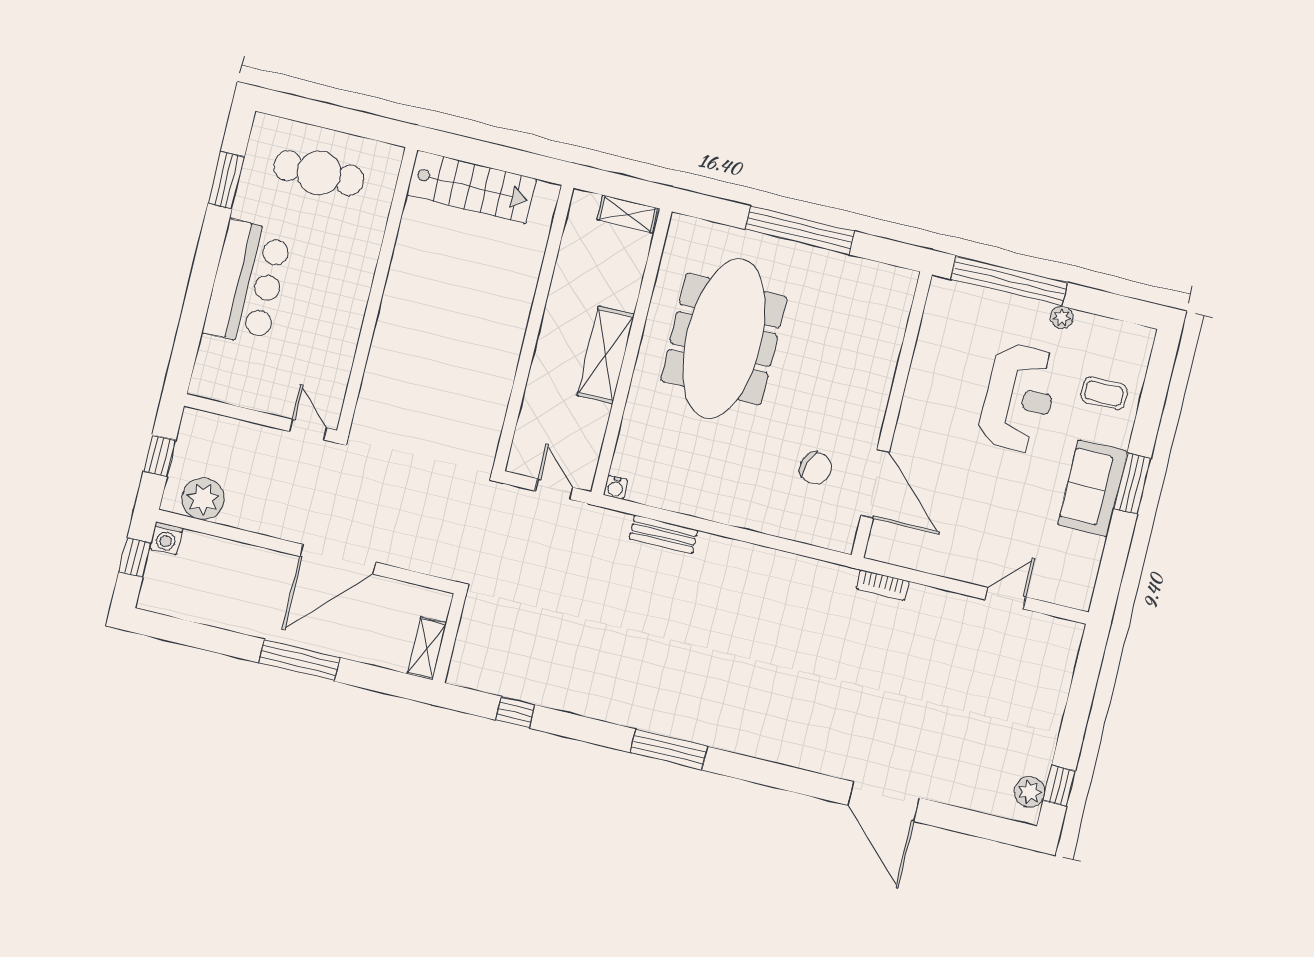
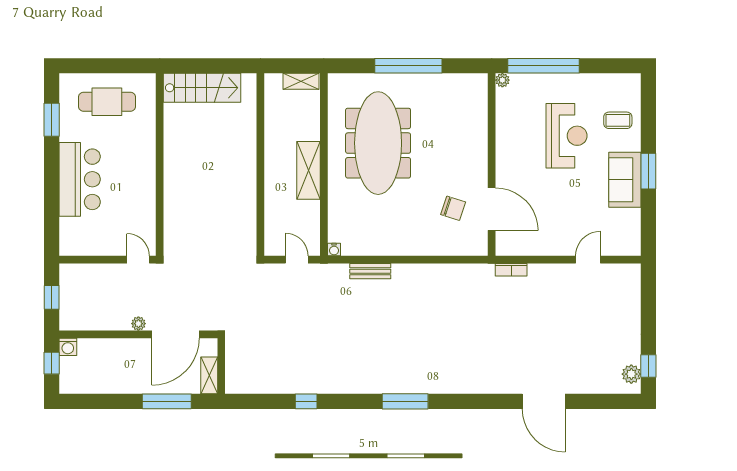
plant: (1062, 317) -> (502, 80), moved
plant: (203, 499) -> (138, 324), moved, width x0.53, depth x0.53
wall: (449, 638) -> (221, 366), moved
shelving: (427, 648) -> (209, 375), moved

